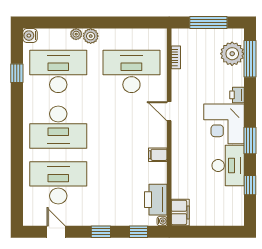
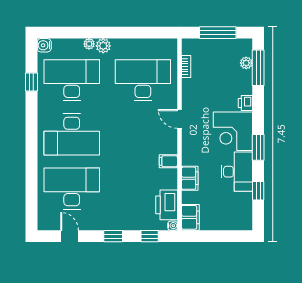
plant: (232, 54) -> (246, 63), width x0.53, depth x0.53
filing cabinet: (180, 172) -> (190, 178), added

